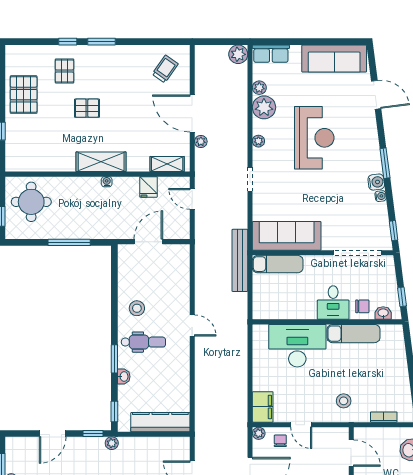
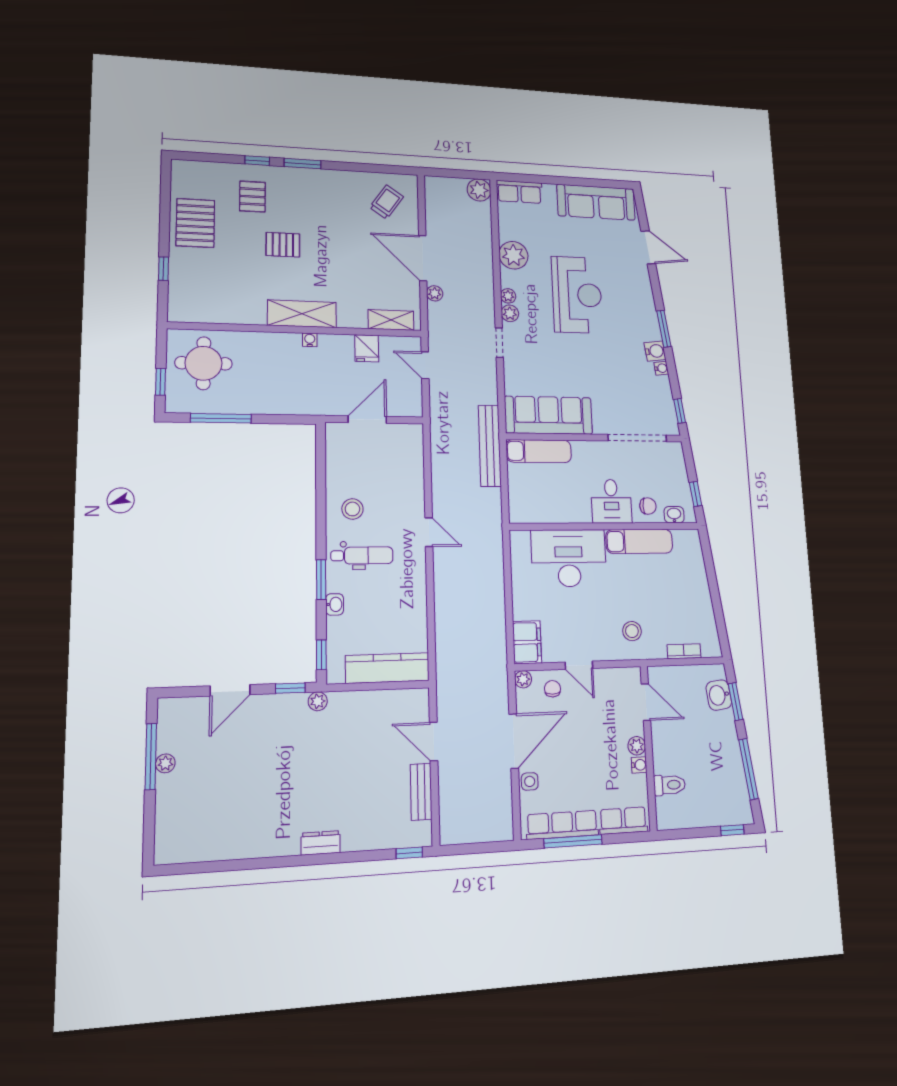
plant: (259, 88) -> (510, 313), moved
window: (69, 242) -> (221, 418), moved

